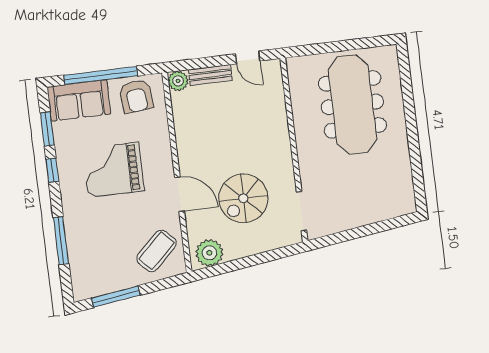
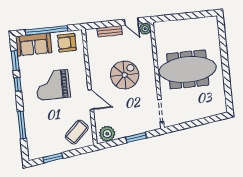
plant: (178, 81) -> (145, 29), moved
armchair: (136, 96) -> (67, 43), turned 96
meeting table: (352, 104) -> (188, 69), moved, turned 90
spiral stairs: (243, 198) -> (125, 75), moved, turned 180
window: (260, 259) -> (136, 138), added
window: (116, 297) -> (53, 158), width x0.69

